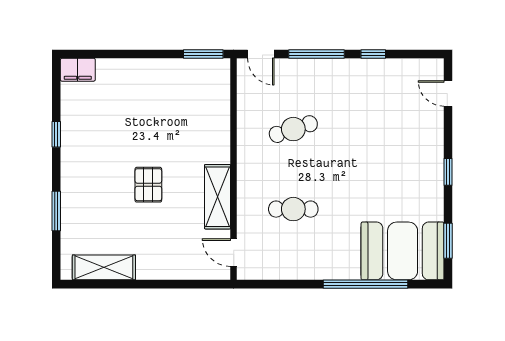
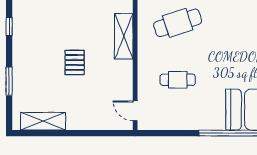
cafe table: (293, 129) -> (178, 23), width x1.37, depth x1.35
shelving: (218, 197) -> (124, 36), moved

